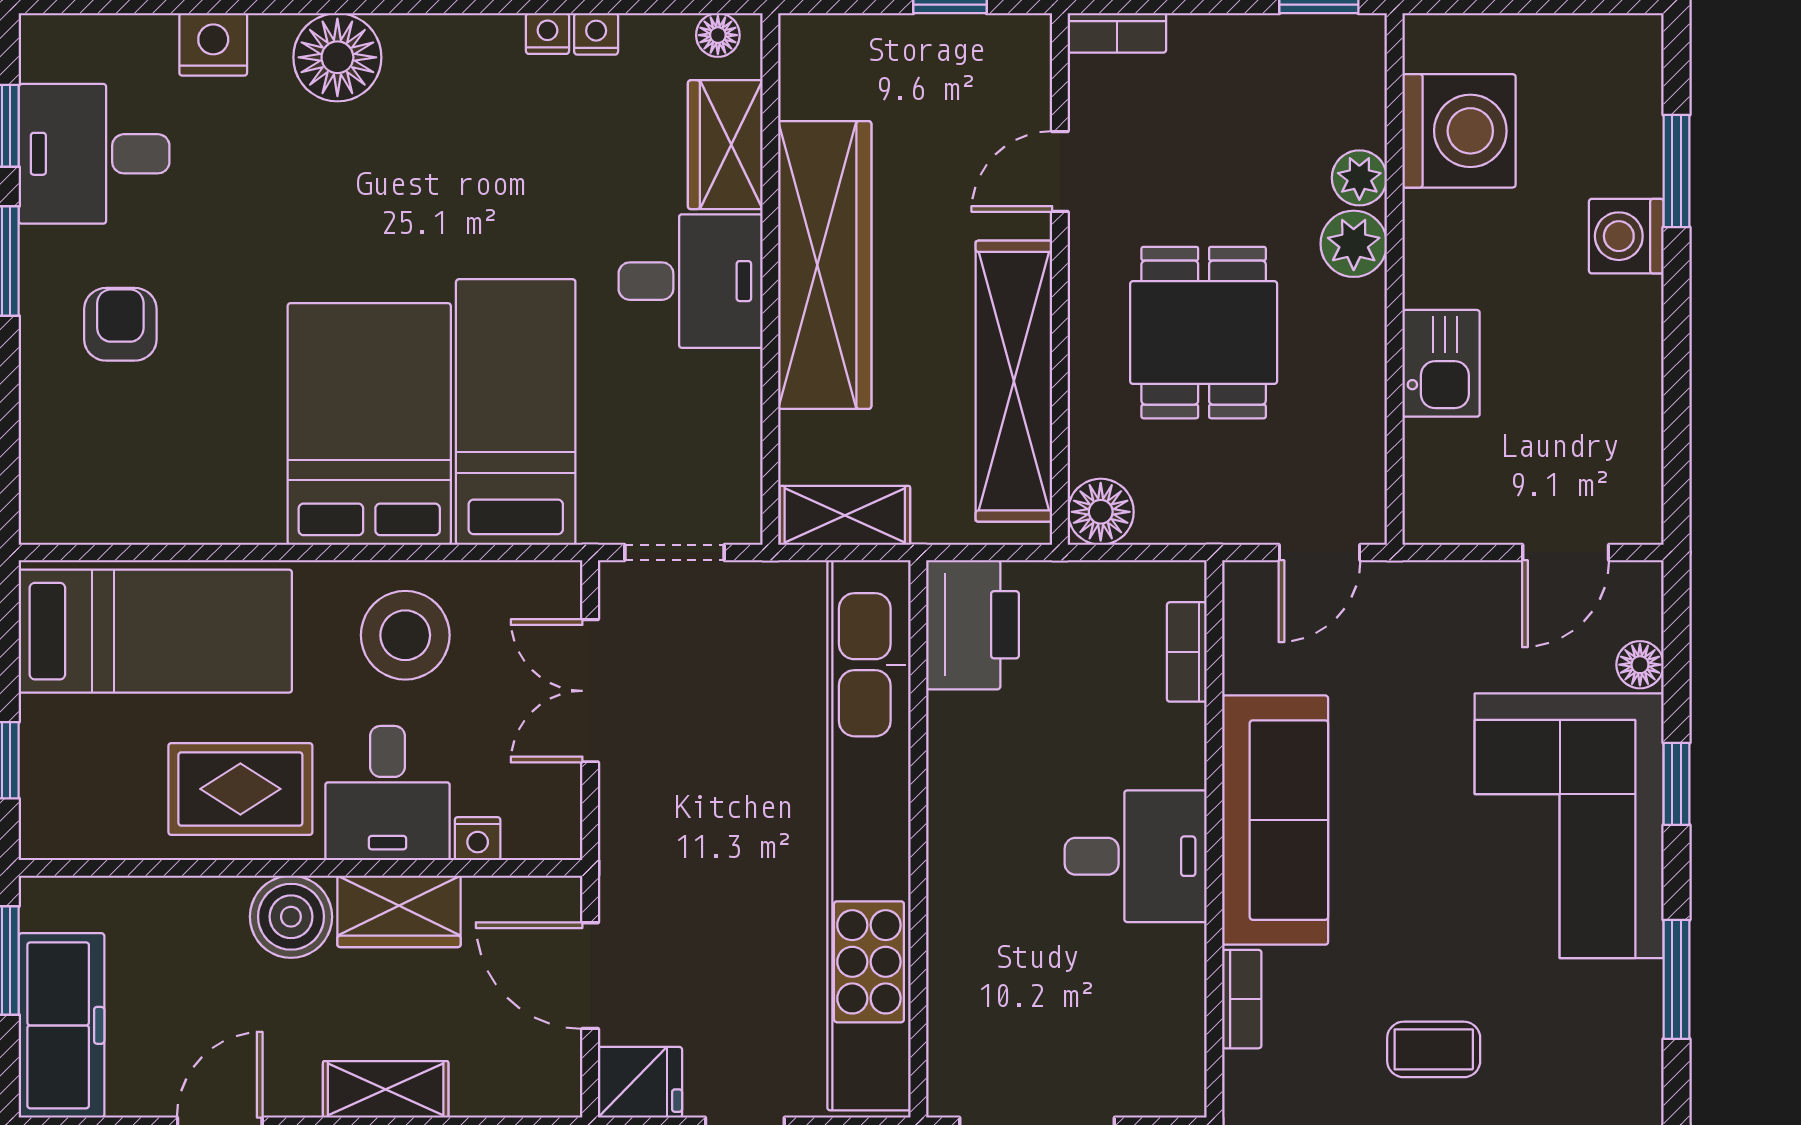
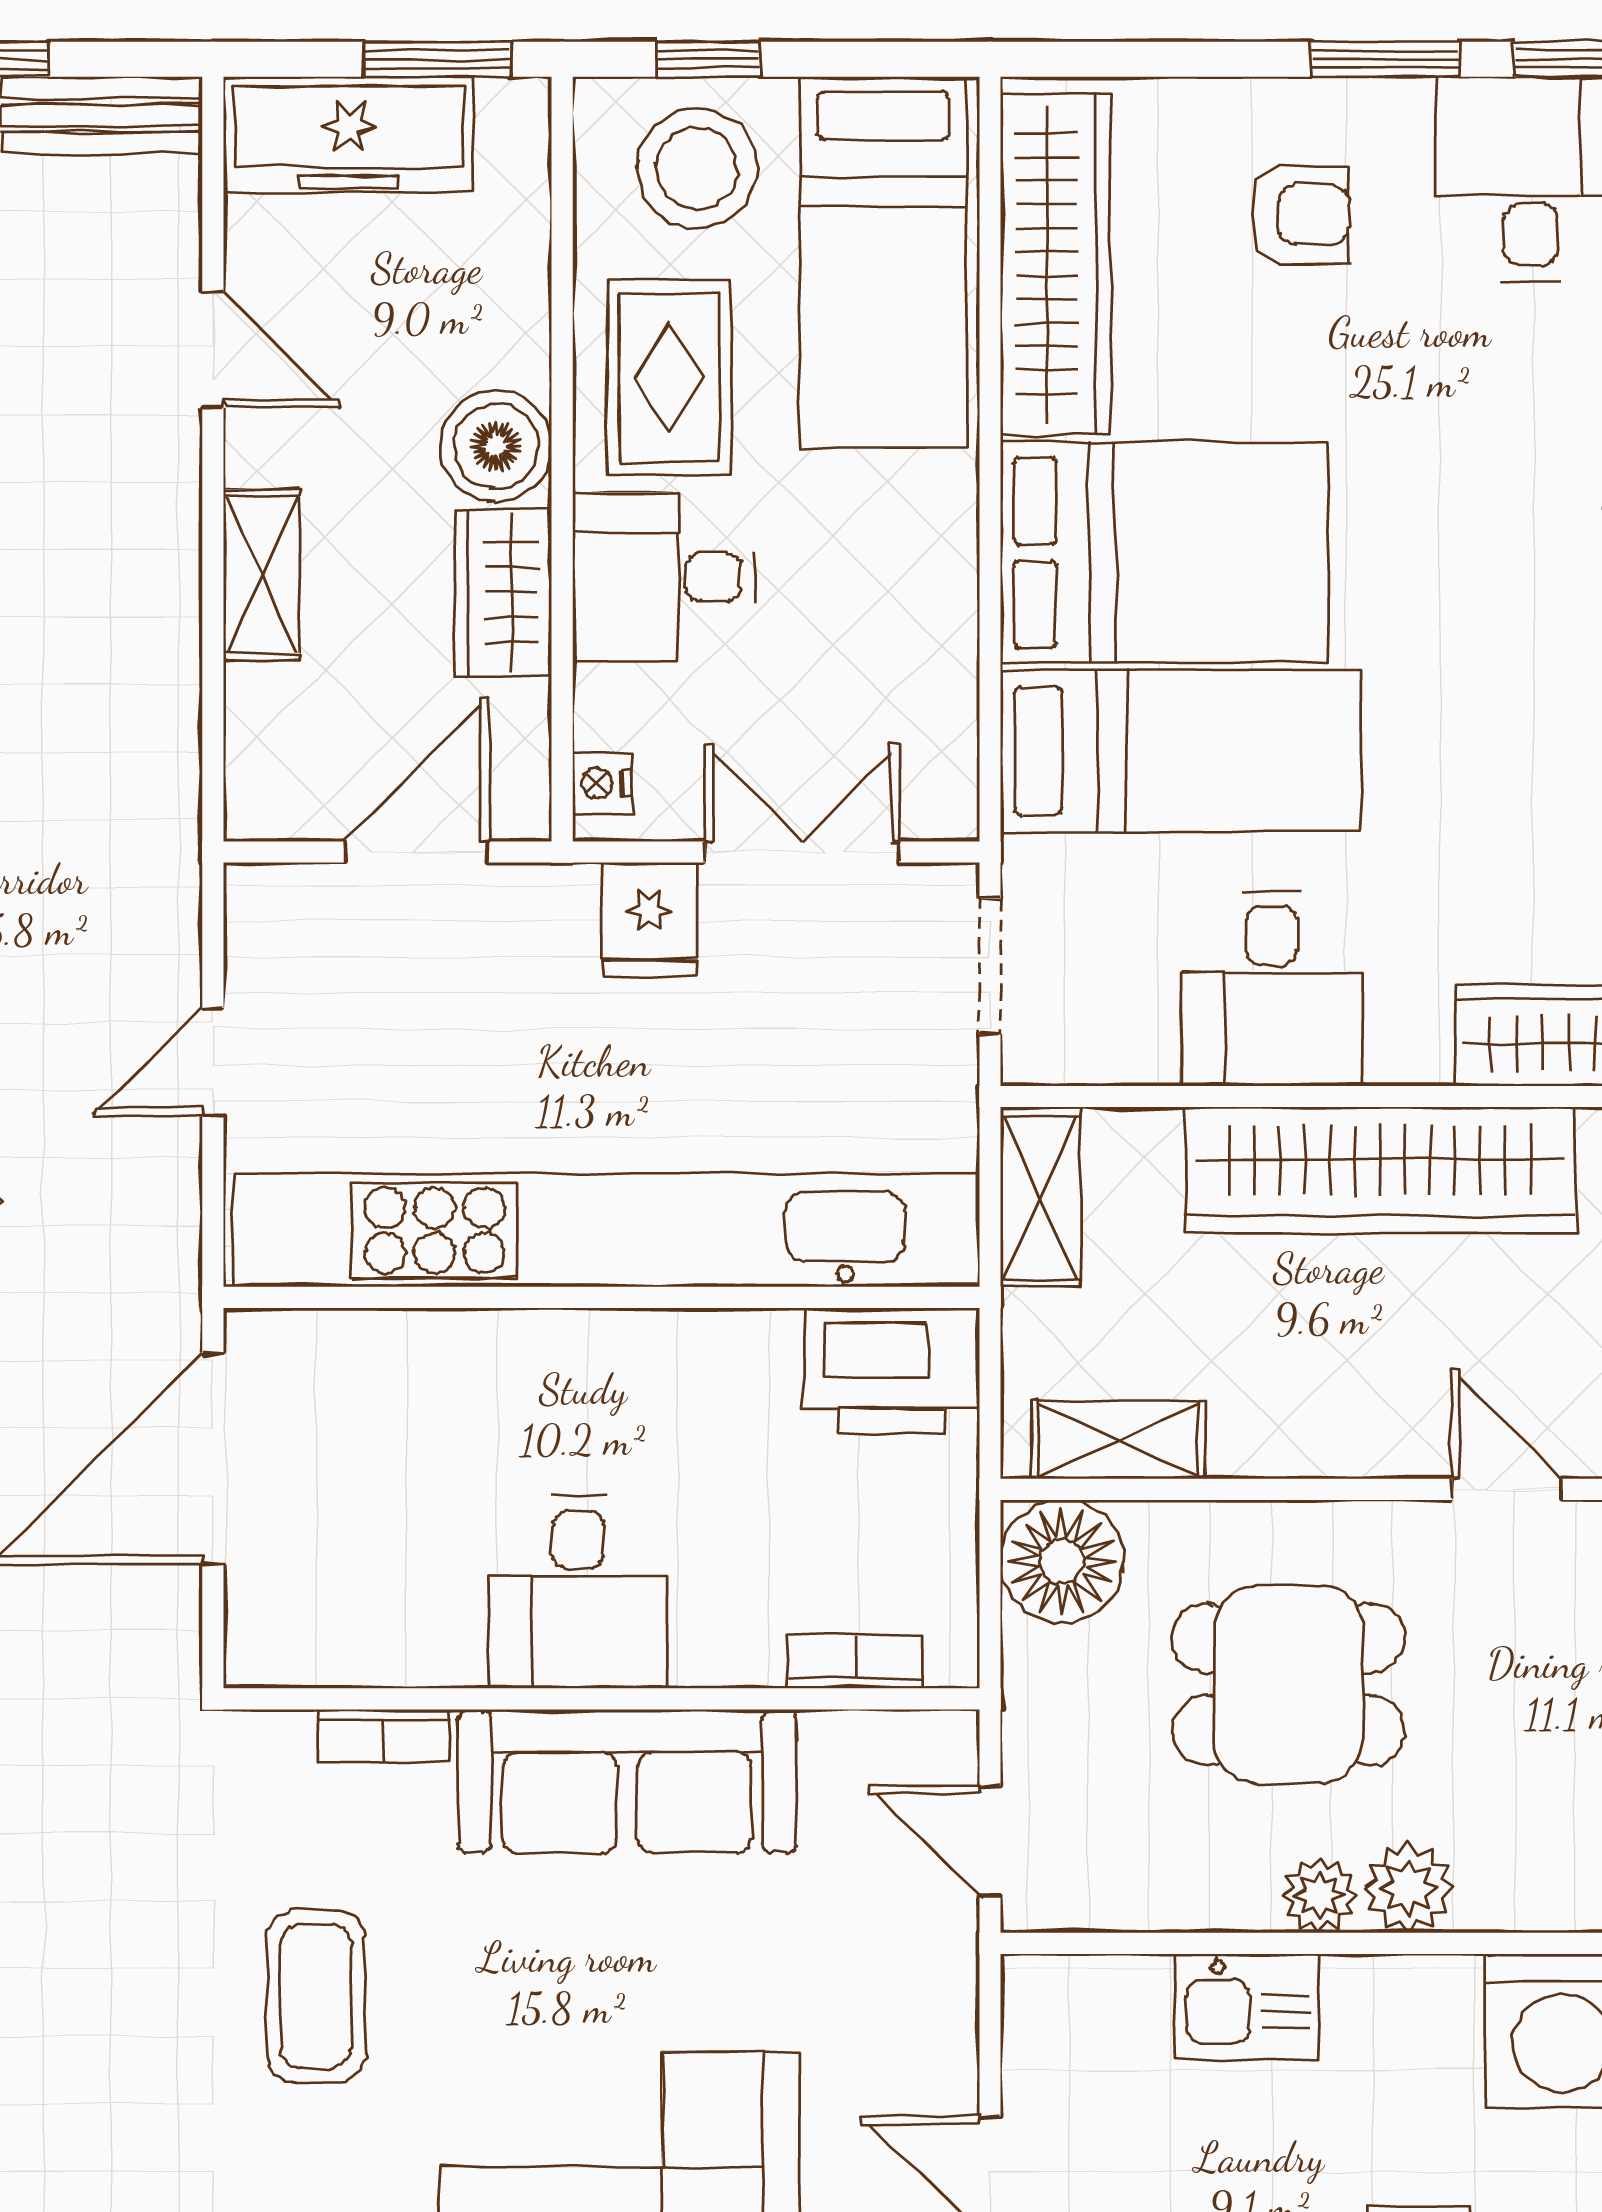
plant: (1359, 178) -> (1320, 1896), moved
desk: (691, 281) -> (1272, 988), moved
shelving: (1014, 381) -> (1118, 1440), width x0.45, depth x0.75
wardrobe: (157, 504) -> (1056, 264), added
floor lamp: (1101, 512) -> (1062, 1561), width x1.38, depth x1.38
stool: (405, 635) -> (697, 168), moved
nightstand: (478, 839) -> (602, 783), moved
coffee table: (1434, 1049) -> (316, 1996), width x1.36, depth x1.30
fridge: (640, 1082) -> (649, 920), moved

